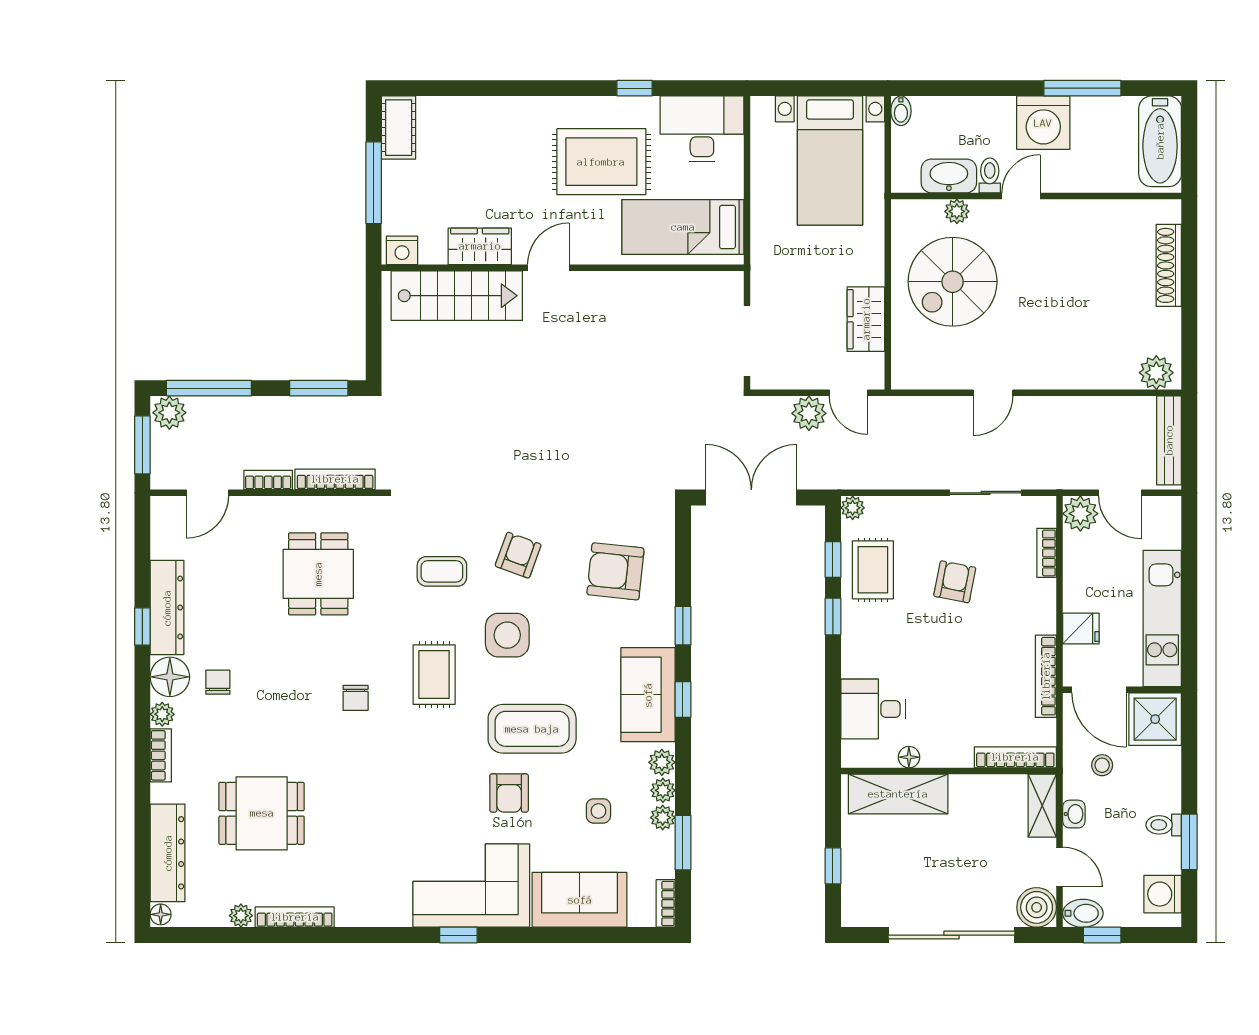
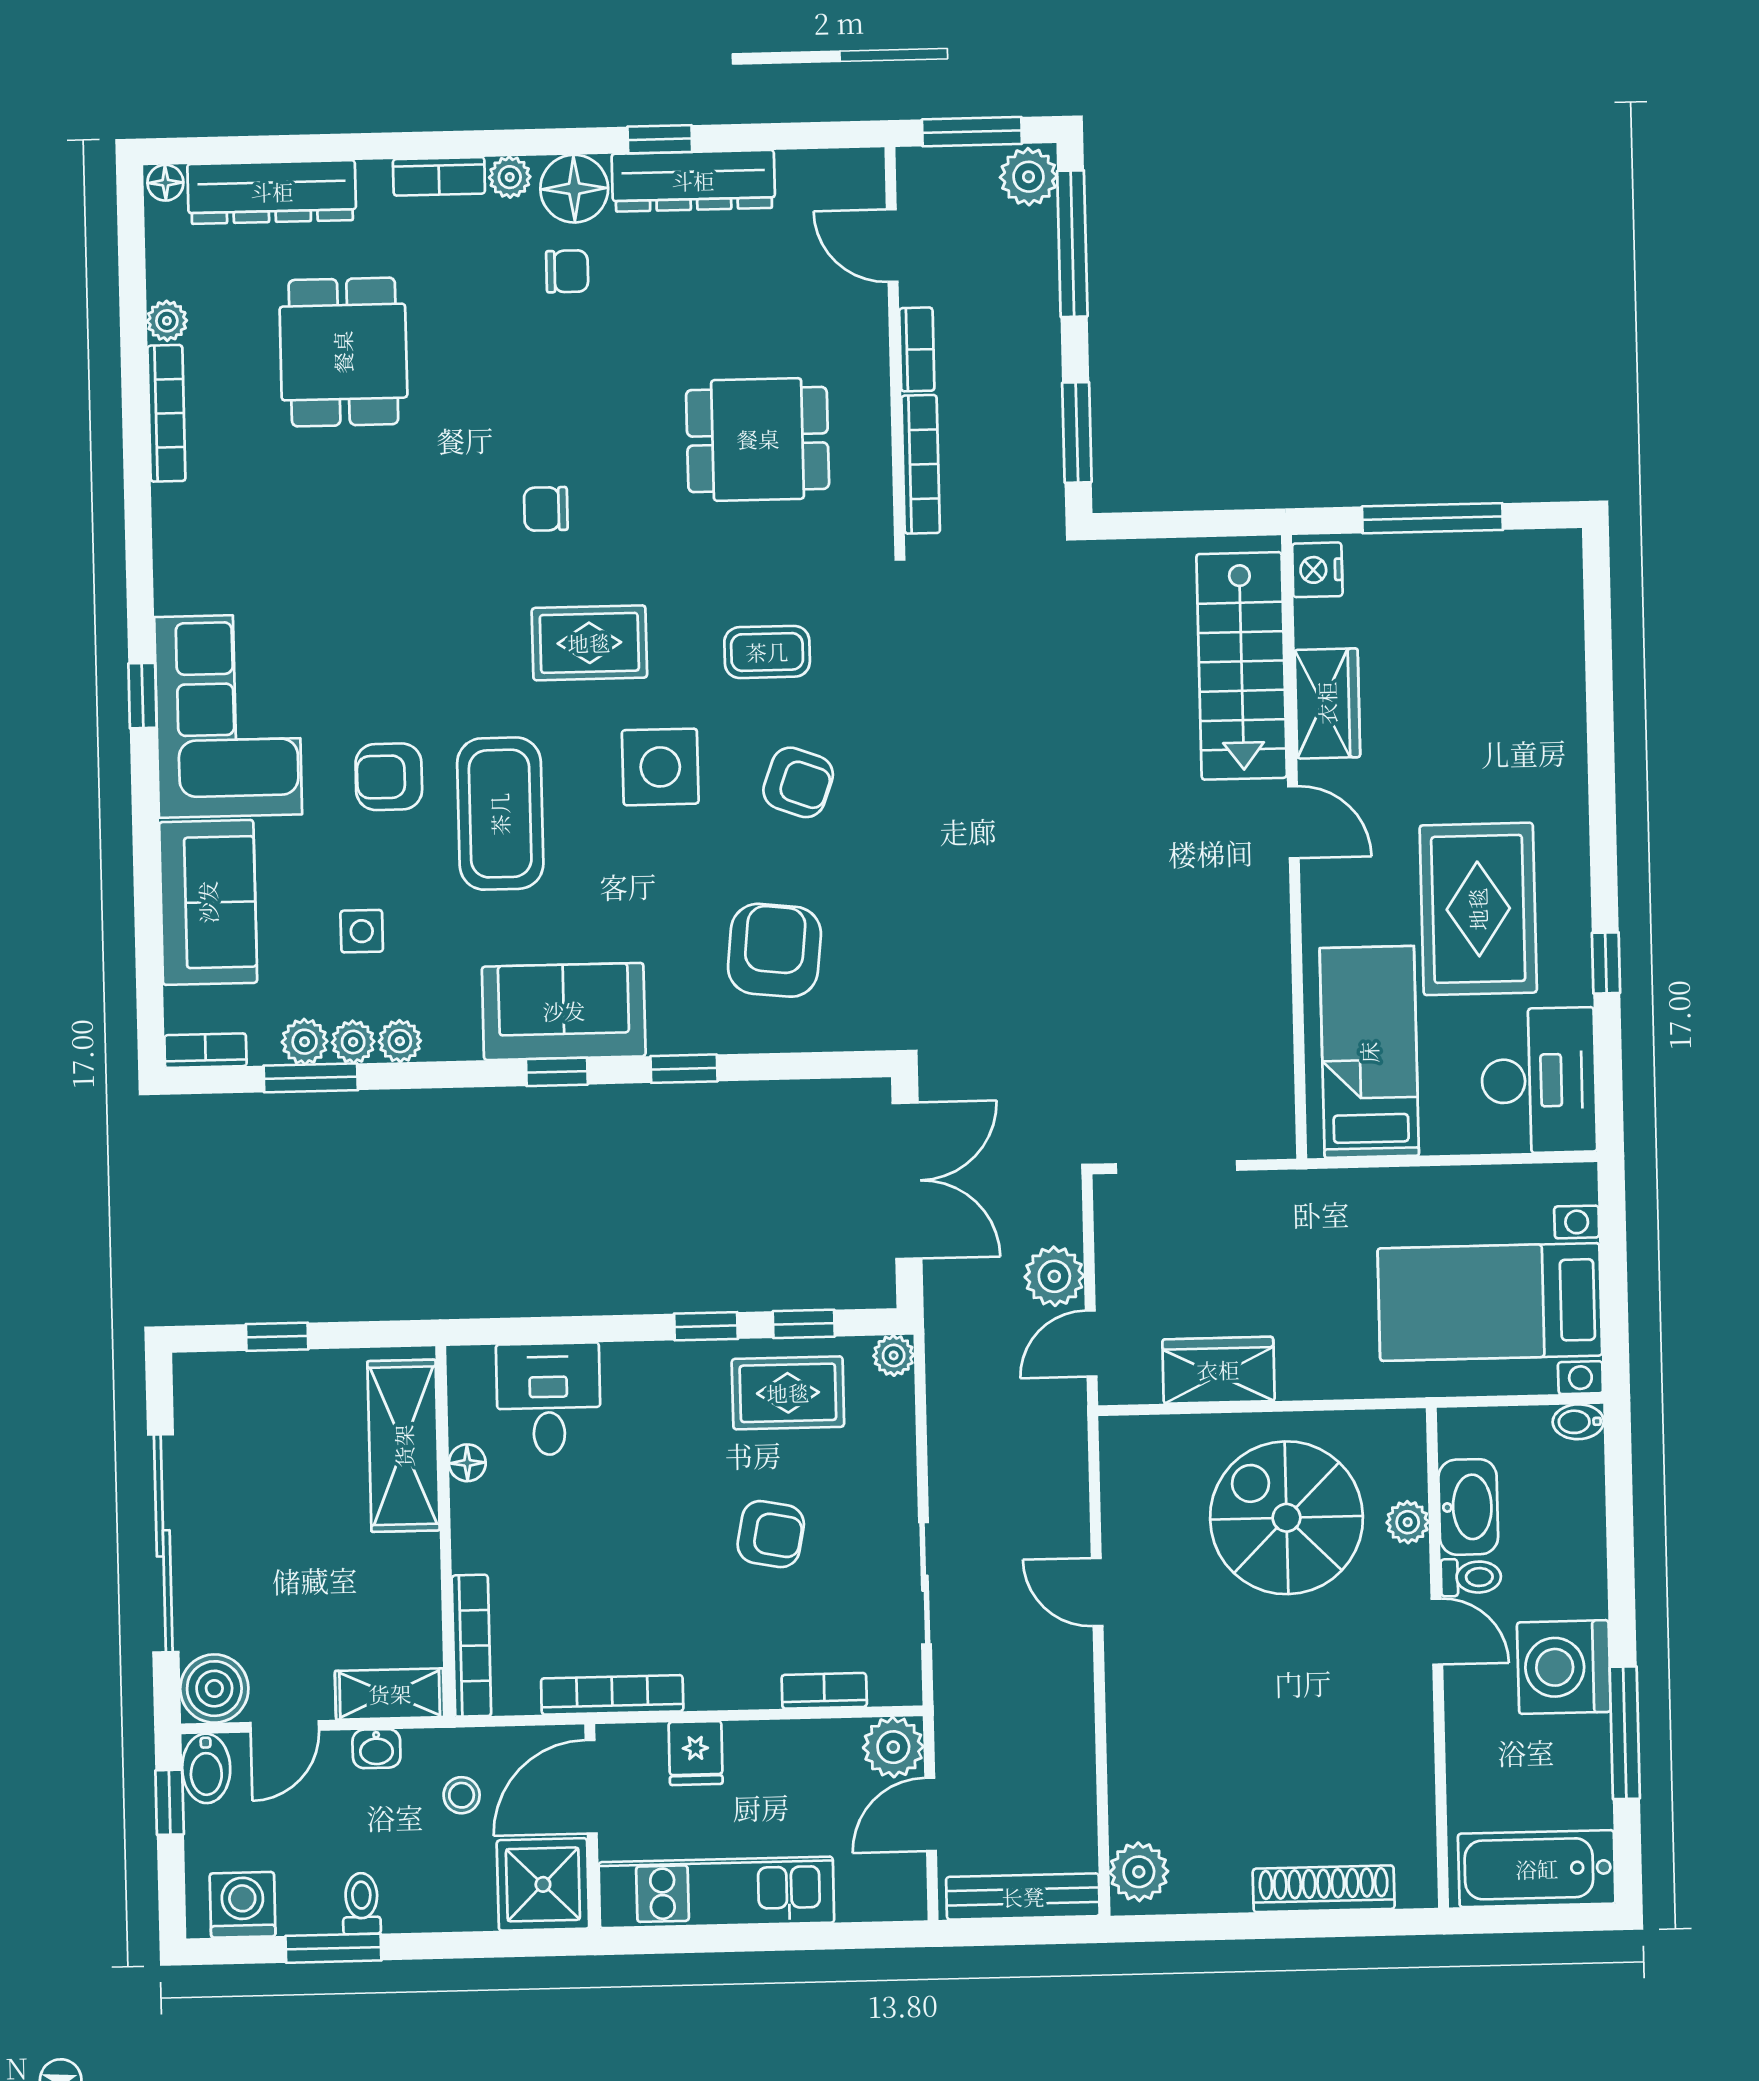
cot: (399, 128) -> (1528, 559), removed
coffee table: (442, 571) -> (767, 652), turned 90
plant: (662, 762) -> (305, 1042), moved

